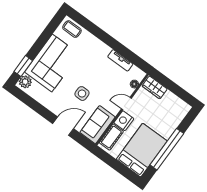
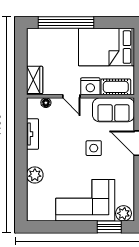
coffee table: (72, 29) -> (37, 205), removed
plant: (93, 42) -> (35, 175), added
window: (167, 149) -> (66, 23), moved

